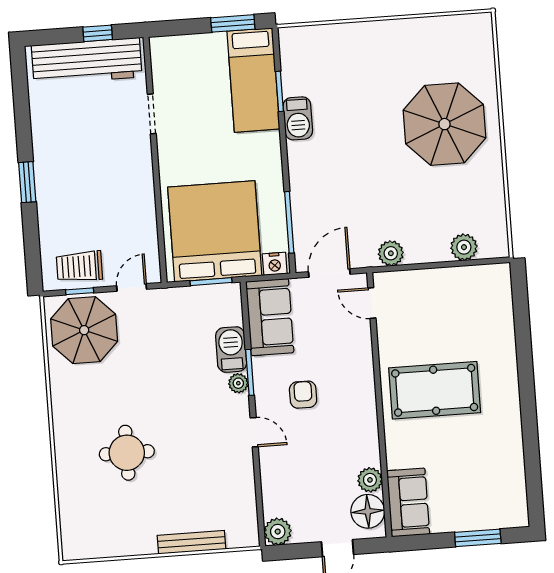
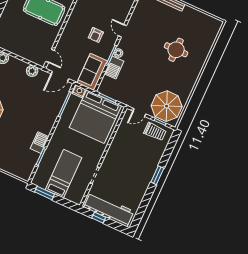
bed: (253, 80) -> (64, 174), moved

